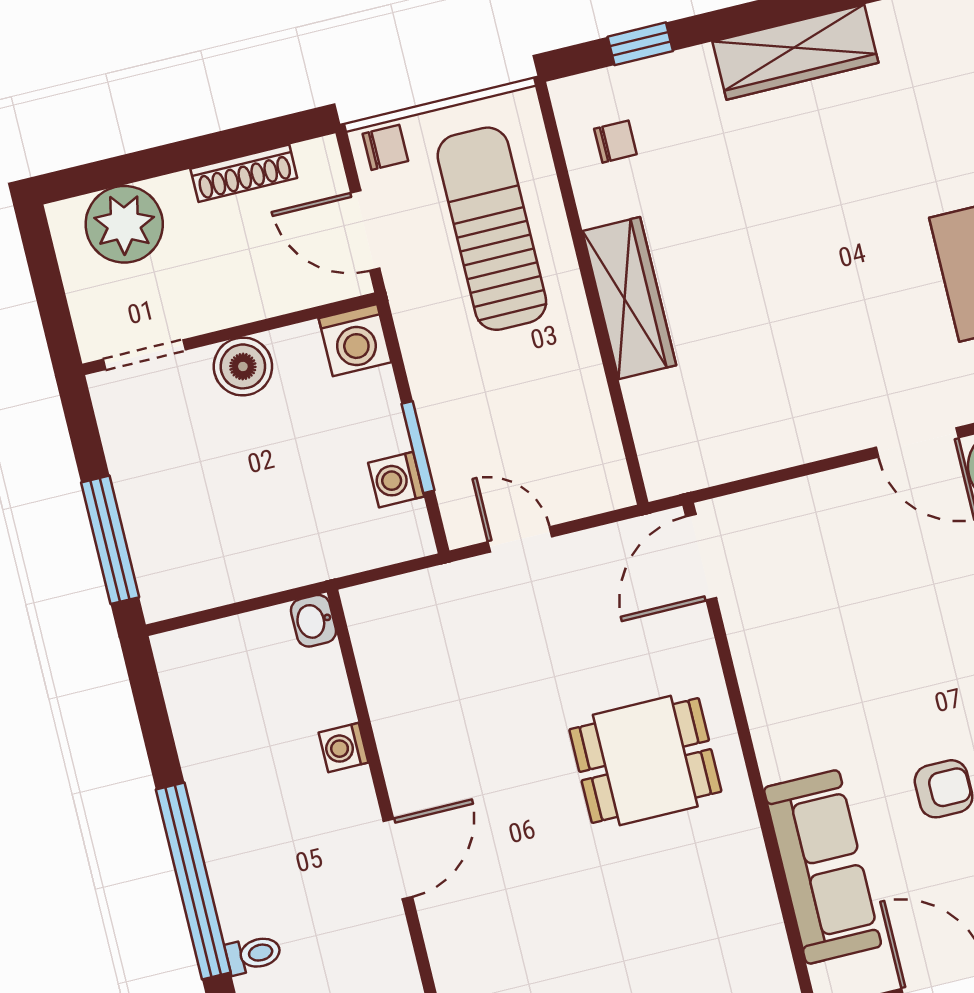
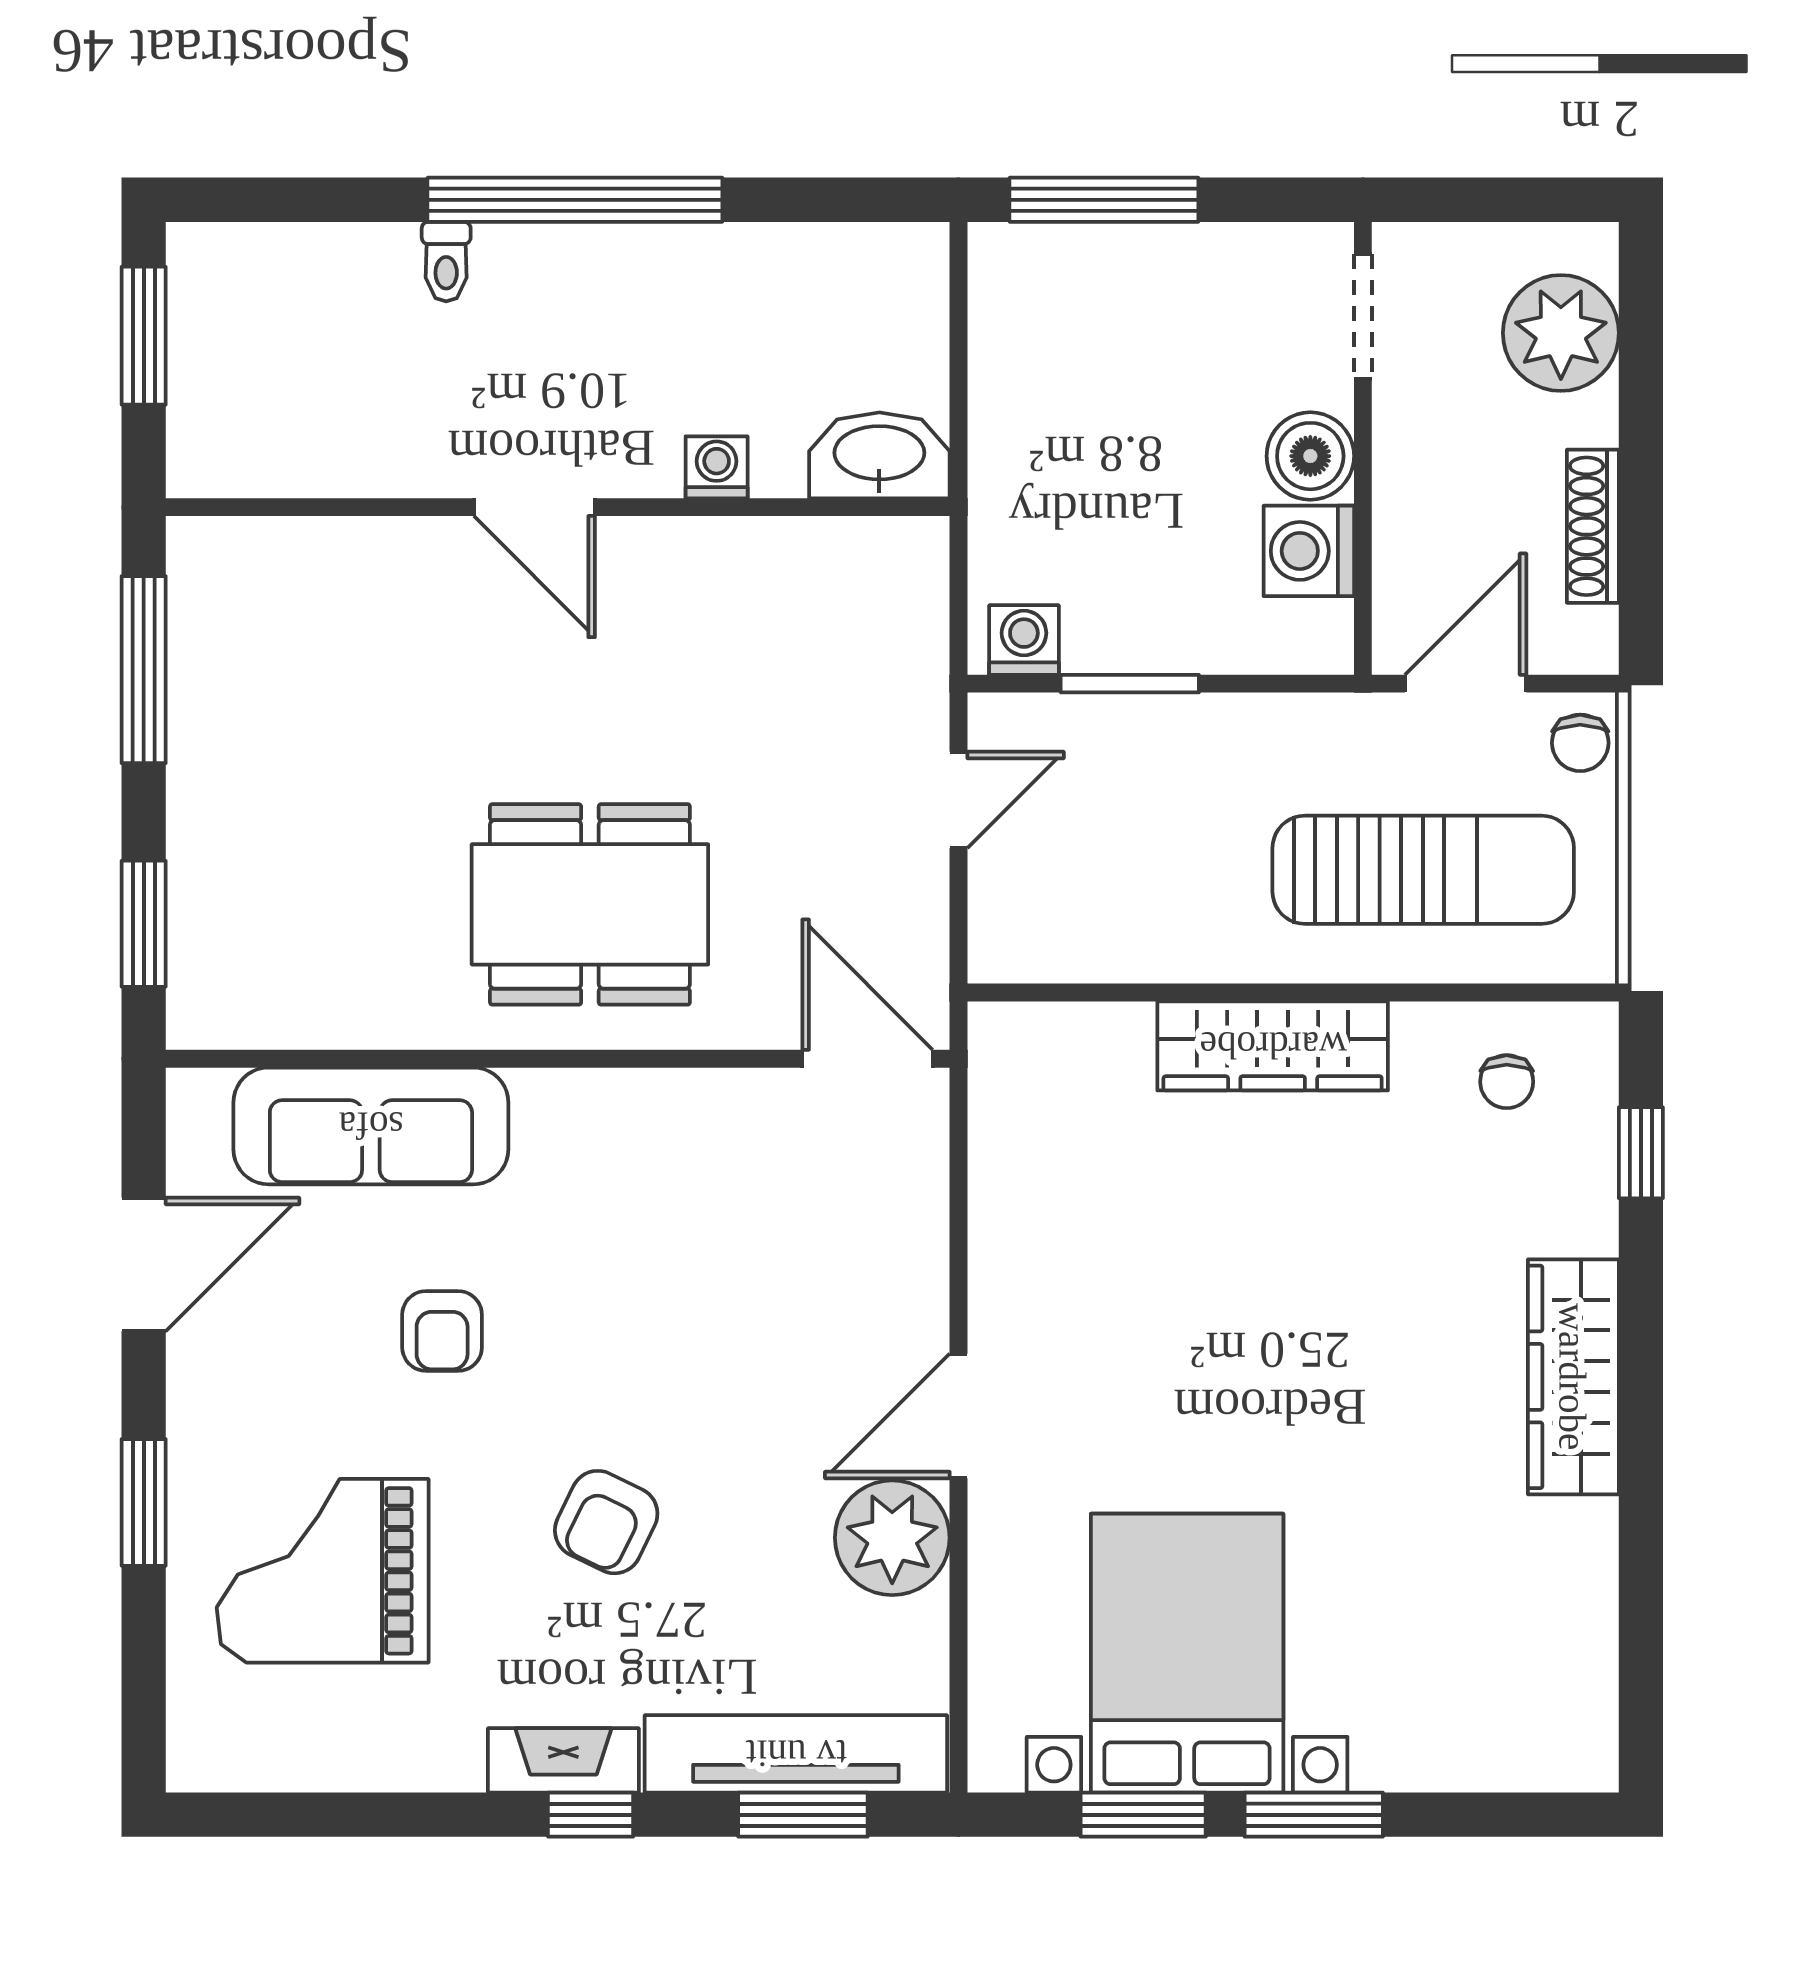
washing machine: (355, 340) -> (1309, 551), moved
washing machine: (396, 480) -> (1024, 640), moved
washbasin: (314, 621) -> (879, 455), width x1.91, depth x1.45
dining table: (645, 761) -> (590, 904), width x1.38

